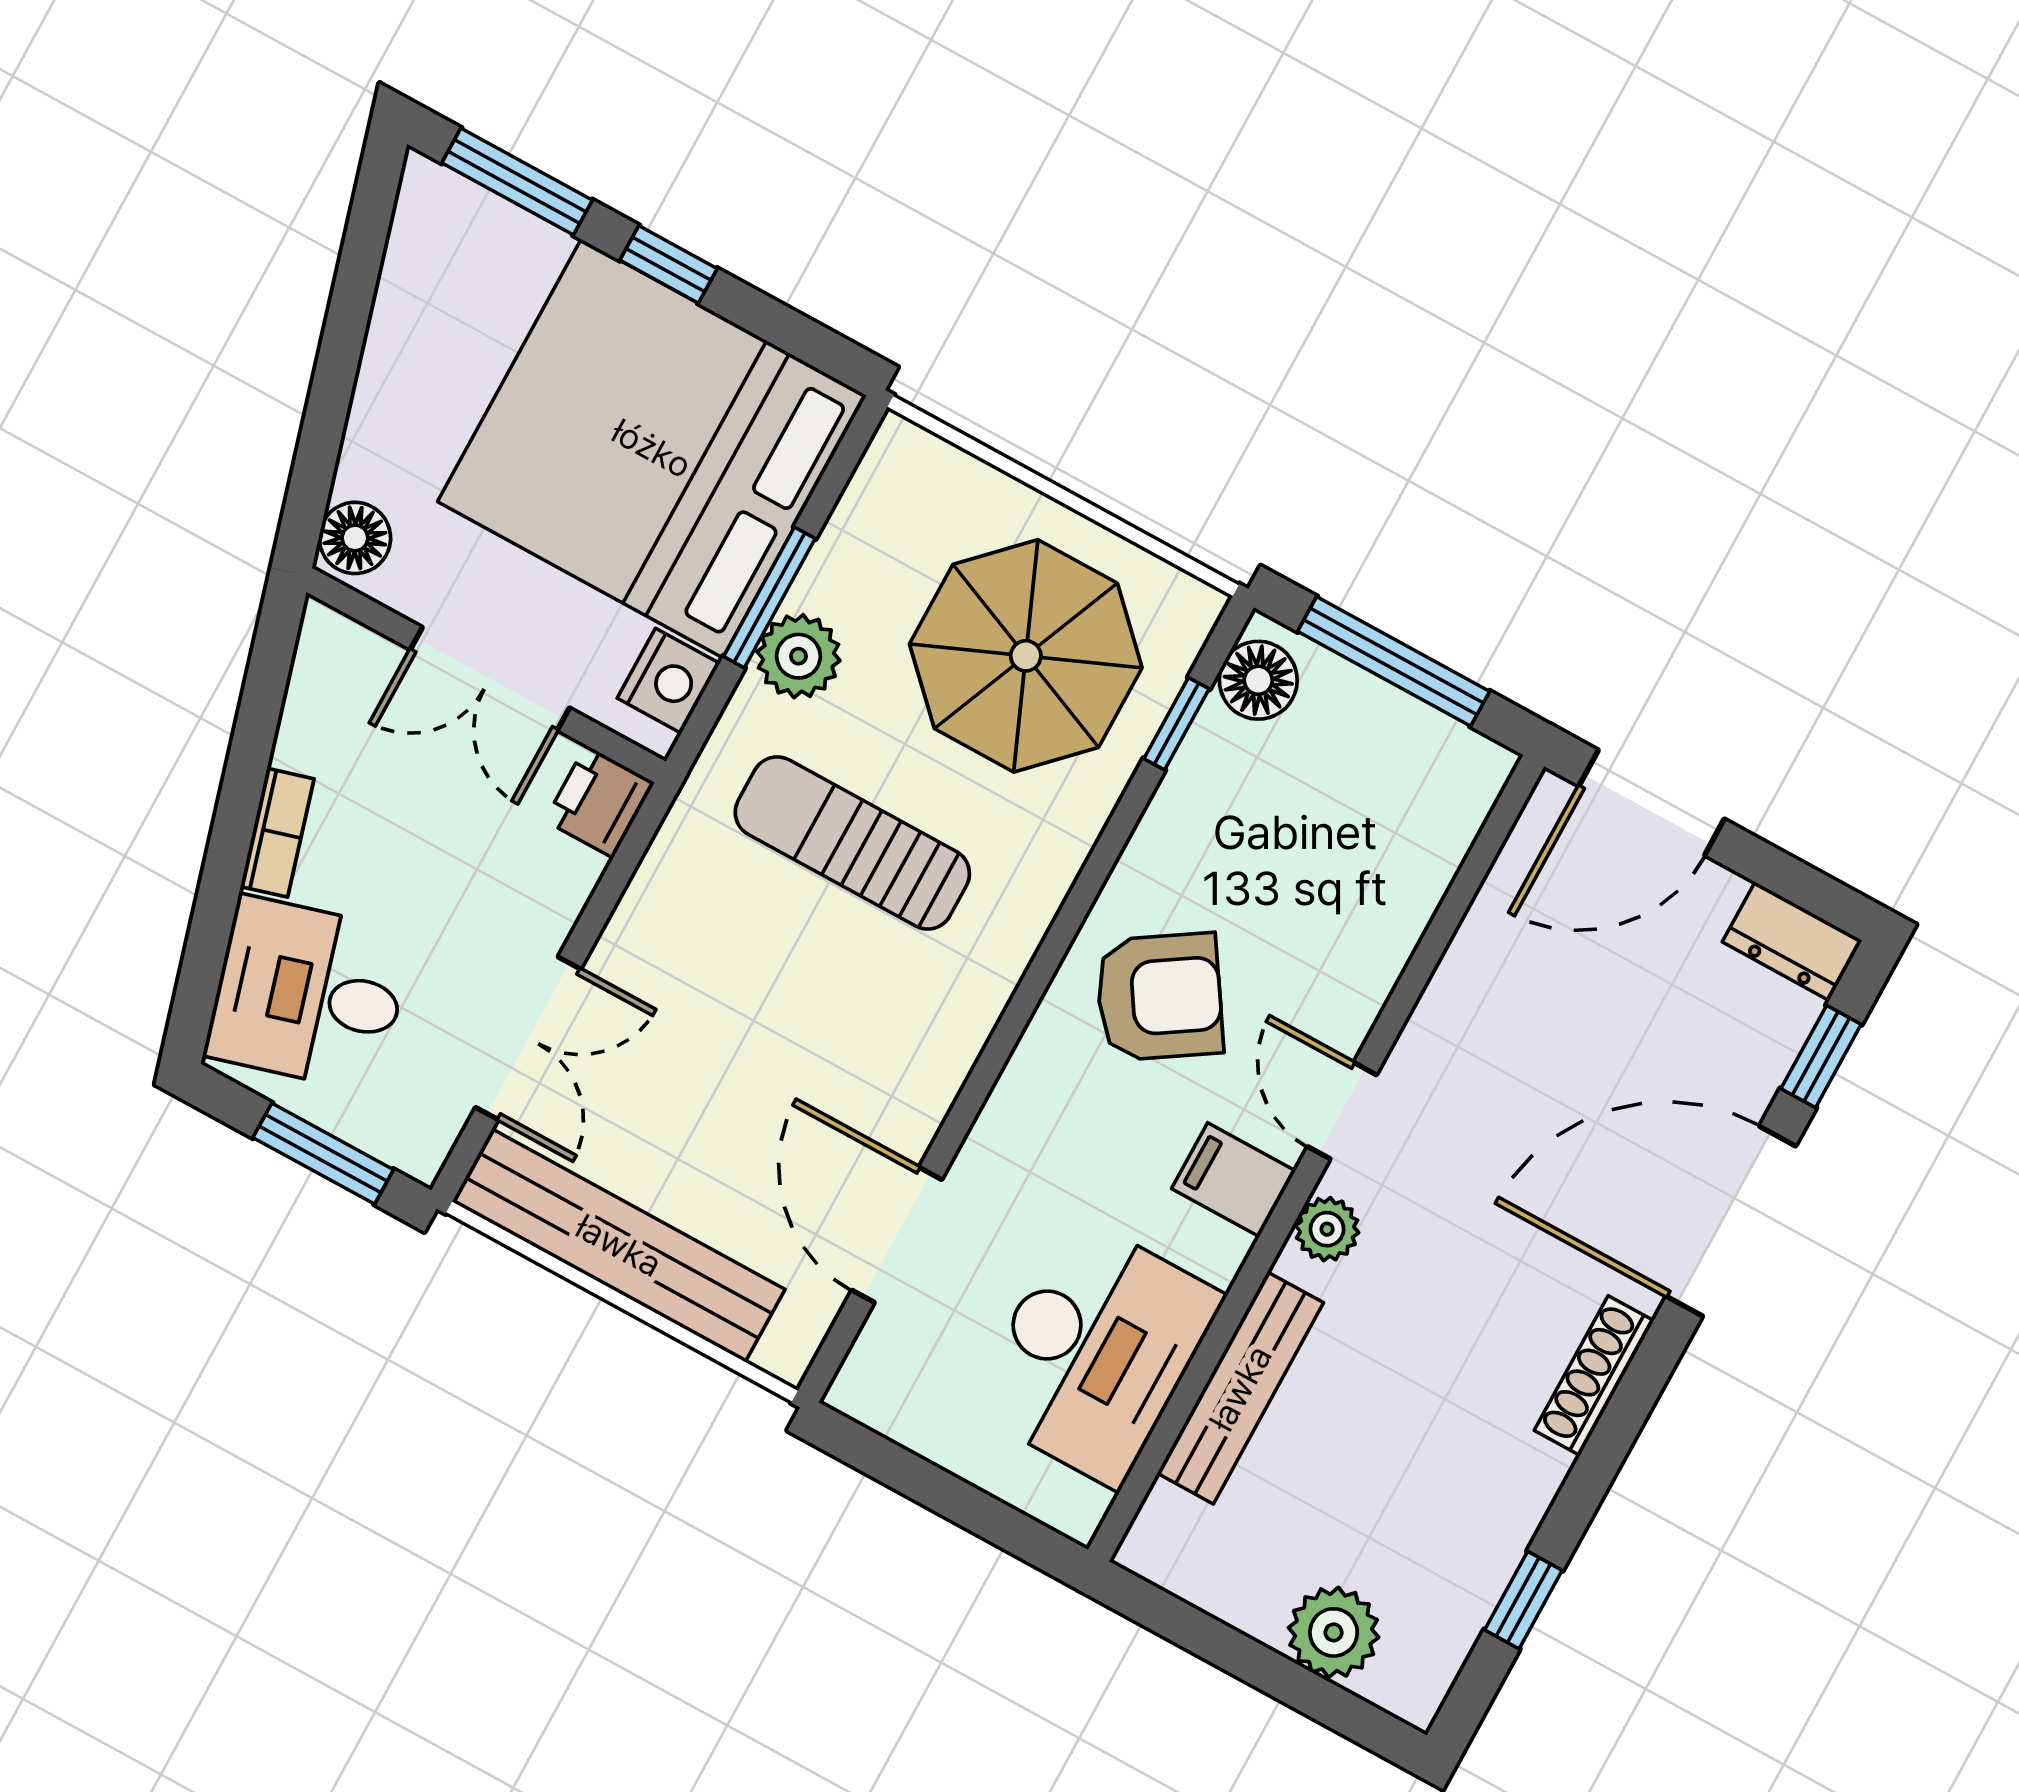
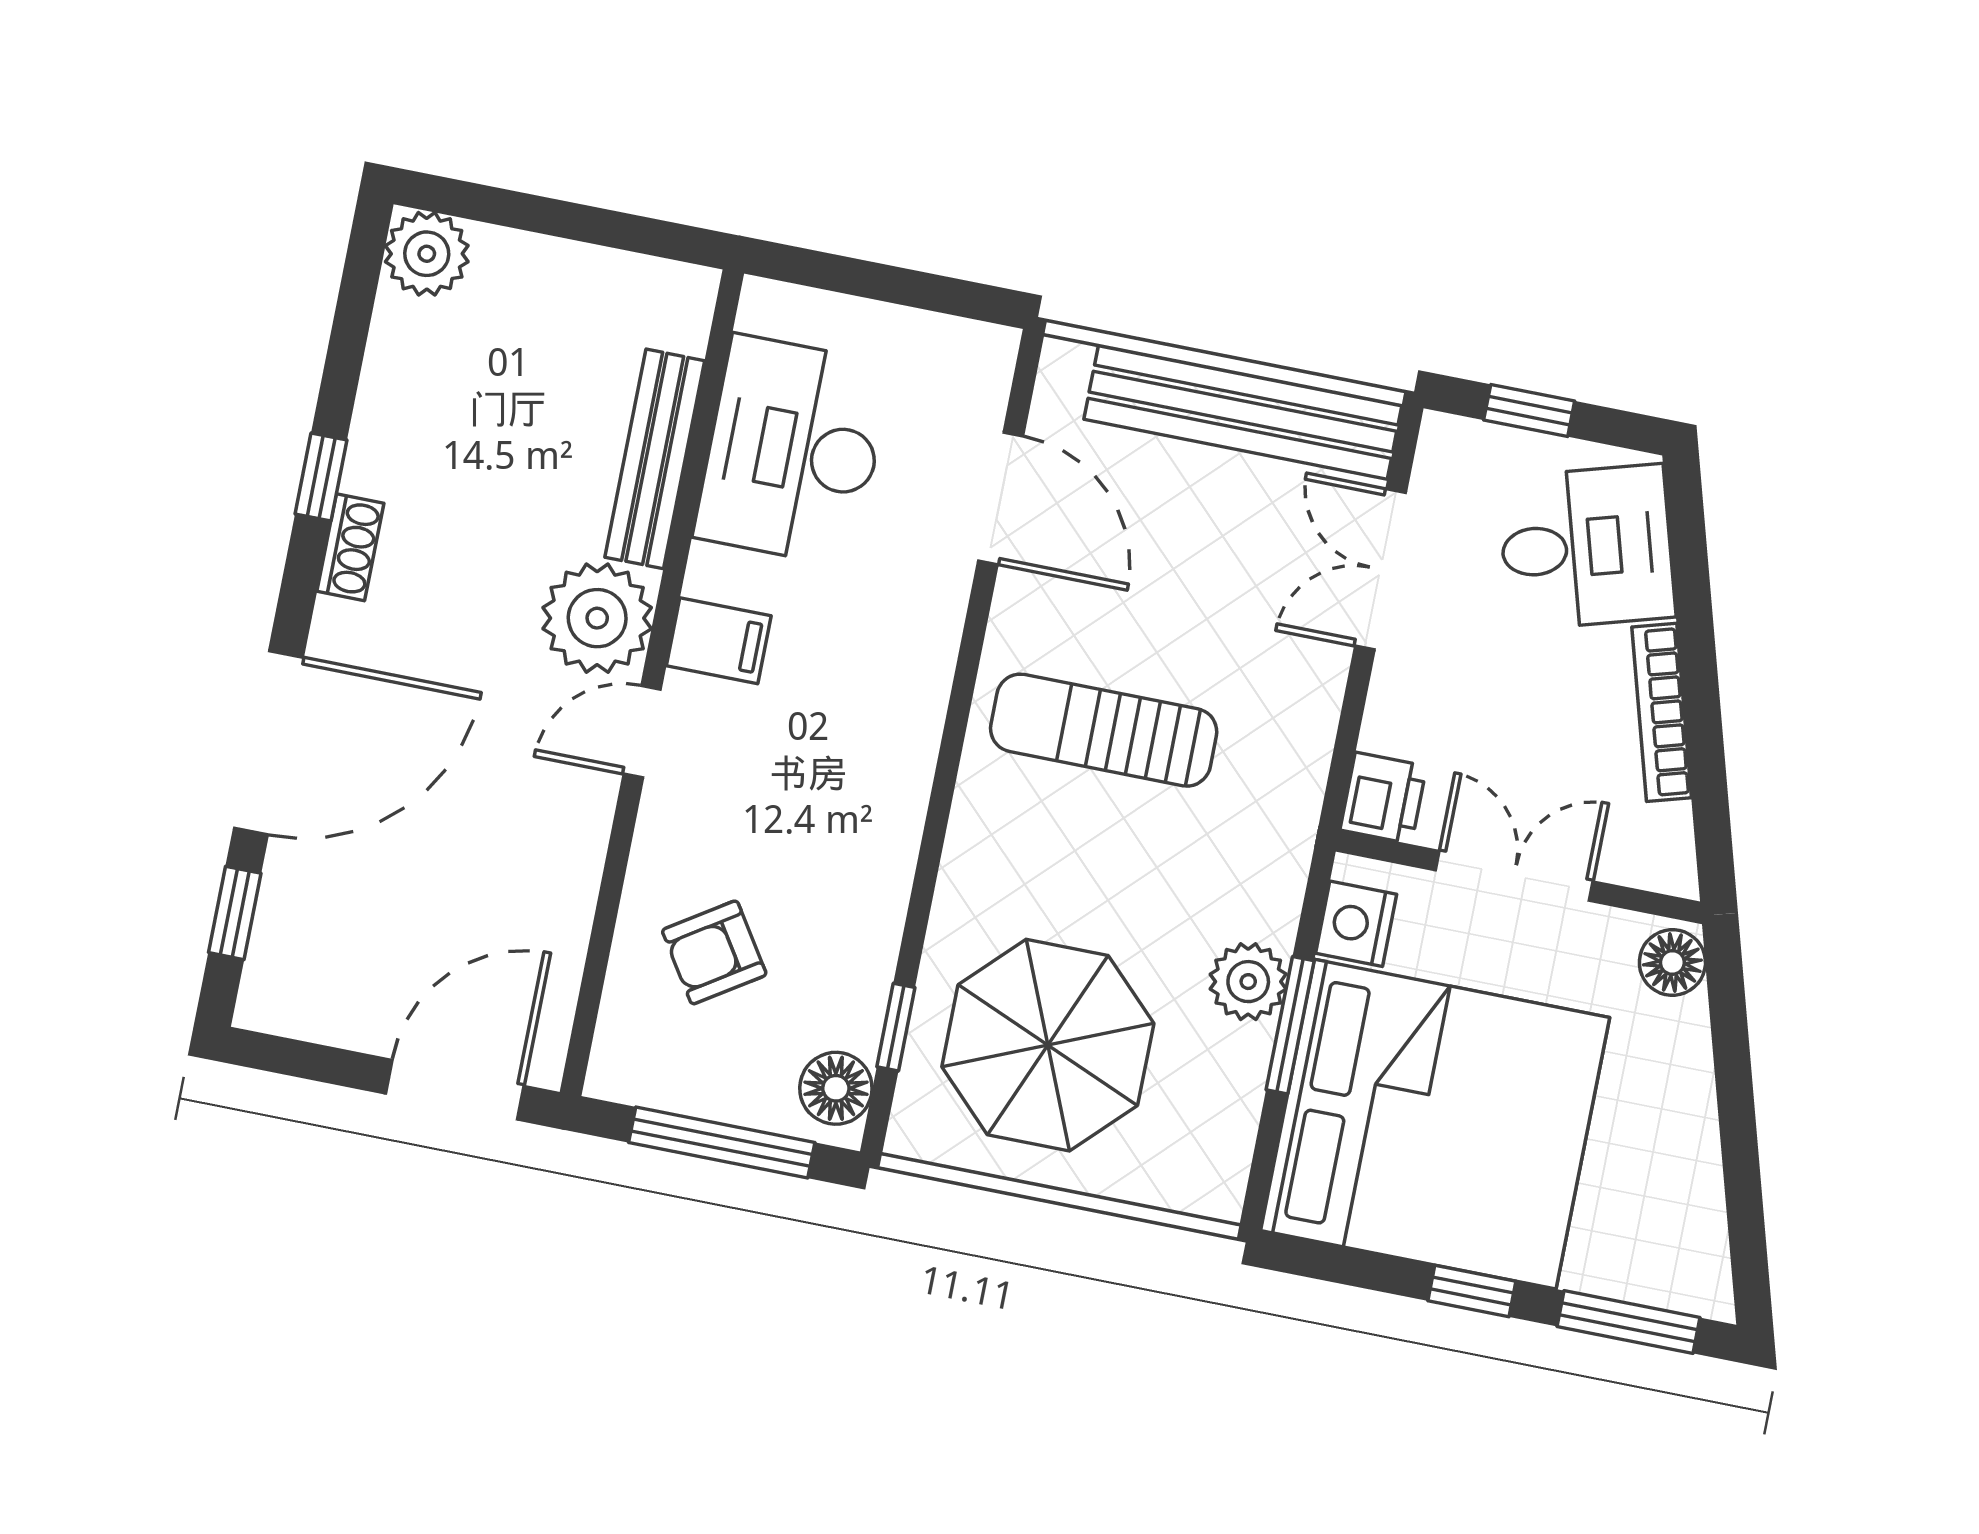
bookcase: (277, 833) -> (1662, 712), width x1.56
sun lounger: (852, 843) -> (1104, 730), moved, turned 180
dresser: (1792, 941) -> (292, 1007), removed
armchair: (1159, 997) -> (714, 952), moved, width x0.72, depth x0.72
door: (1342, 1111) -> (642, 732), swing flipped
window: (323, 1154) -> (1529, 411), width x0.67
plant: (1327, 1229) -> (597, 618), width x1.88, depth x1.88
shoe rack: (1594, 1376) -> (350, 547), width x0.70
window: (1523, 1600) -> (321, 477), moved
plant: (1334, 1632) -> (427, 254), moved

